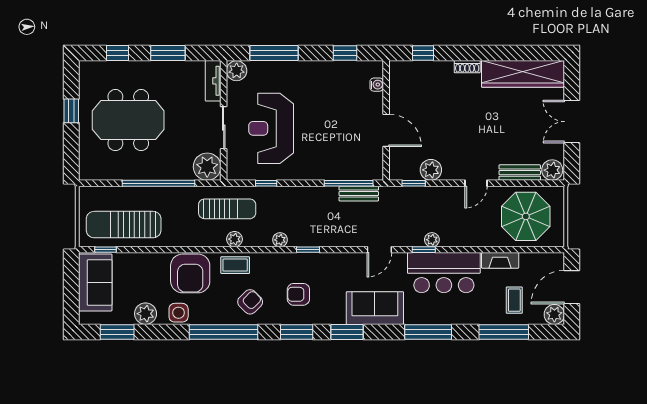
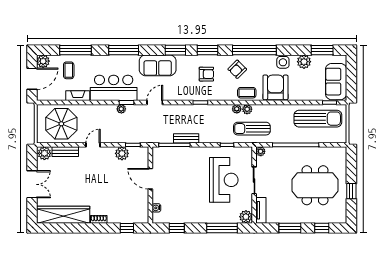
plant: (207, 167) -> (261, 151), width x0.53, depth x0.53
bench: (359, 194) -> (186, 138), moved
plant: (280, 240) -> (237, 109), moved

